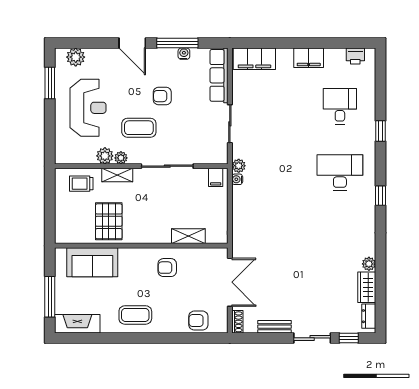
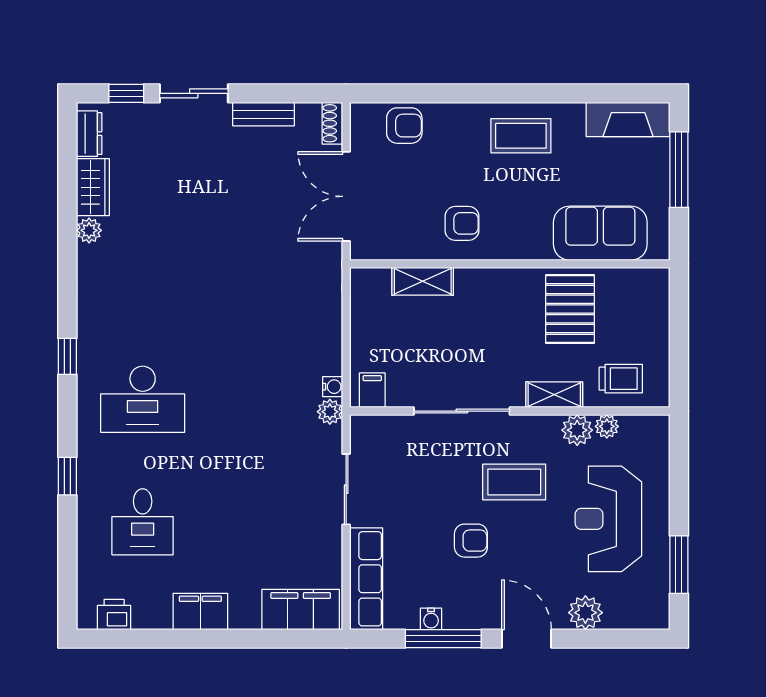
plant: (76, 57) -> (585, 613), moved
plant: (121, 158) -> (607, 426), moved

